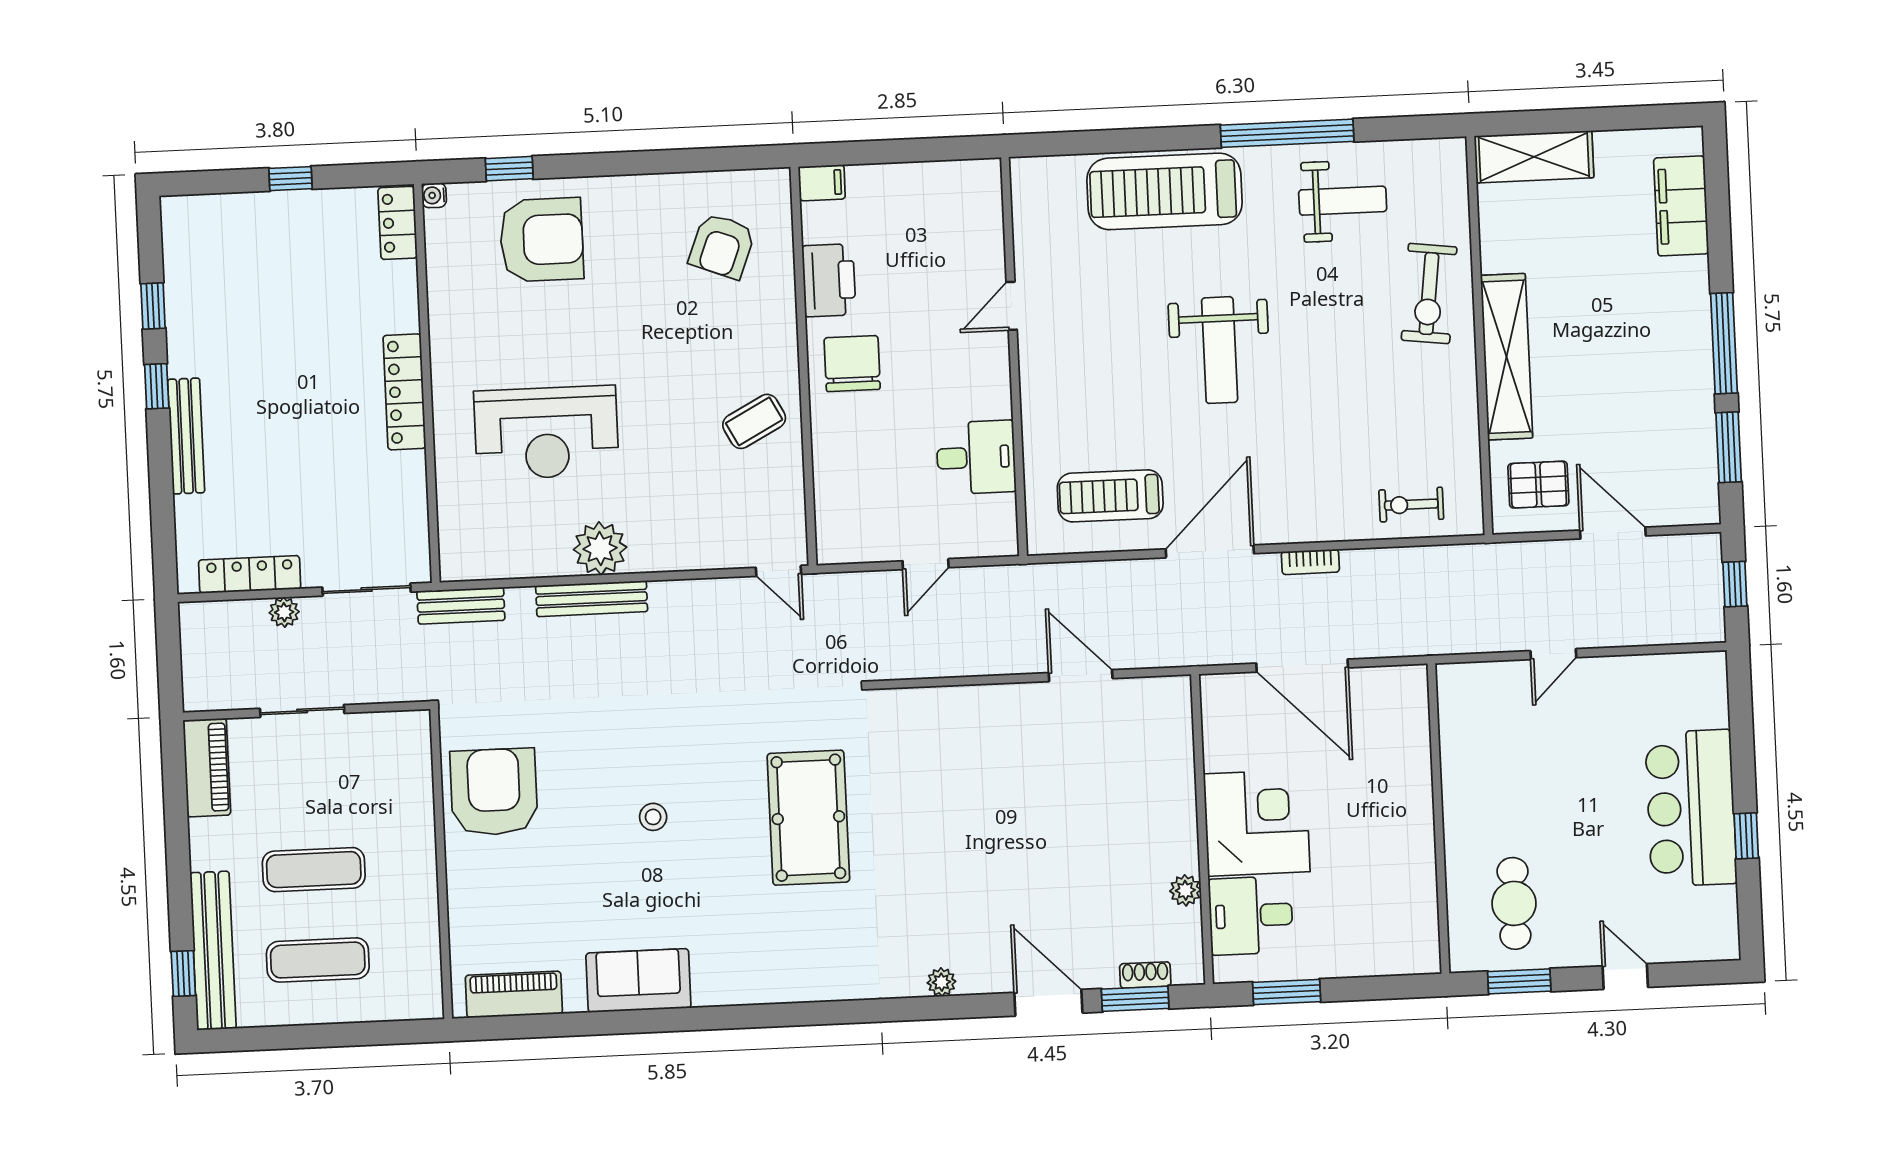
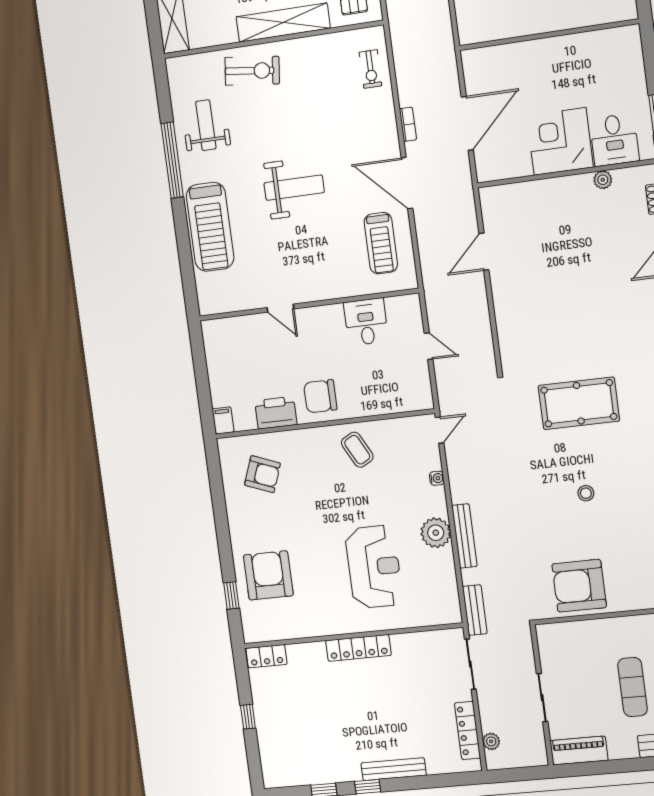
water cooler: (434, 195) -> (437, 478), moved, turned -90
plant: (284, 612) -> (491, 741), moved

